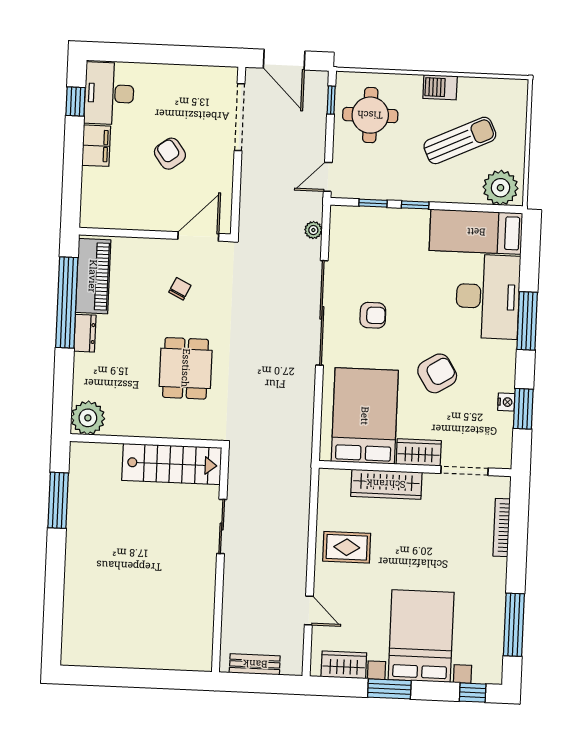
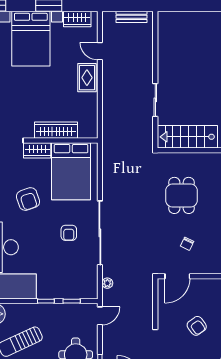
armchair: (373, 315) -> (69, 233), turned -90
armchair: (437, 373) -> (28, 199), turned -77
rug: (347, 547) -> (87, 78), moved, turned 90

